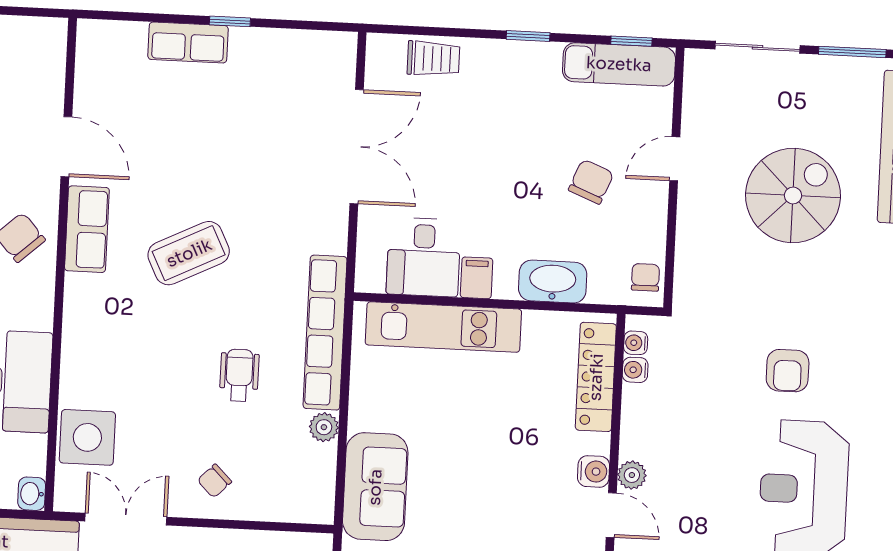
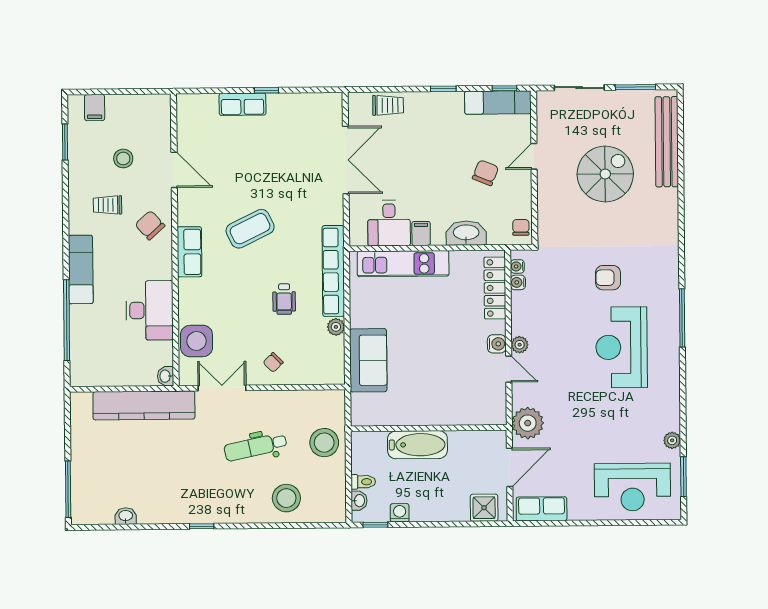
row of seats: (87, 229) -> (189, 252), moved
armchair: (788, 371) -> (608, 278), turned 90
wheelchair: (239, 375) -> (284, 299), turned 180

